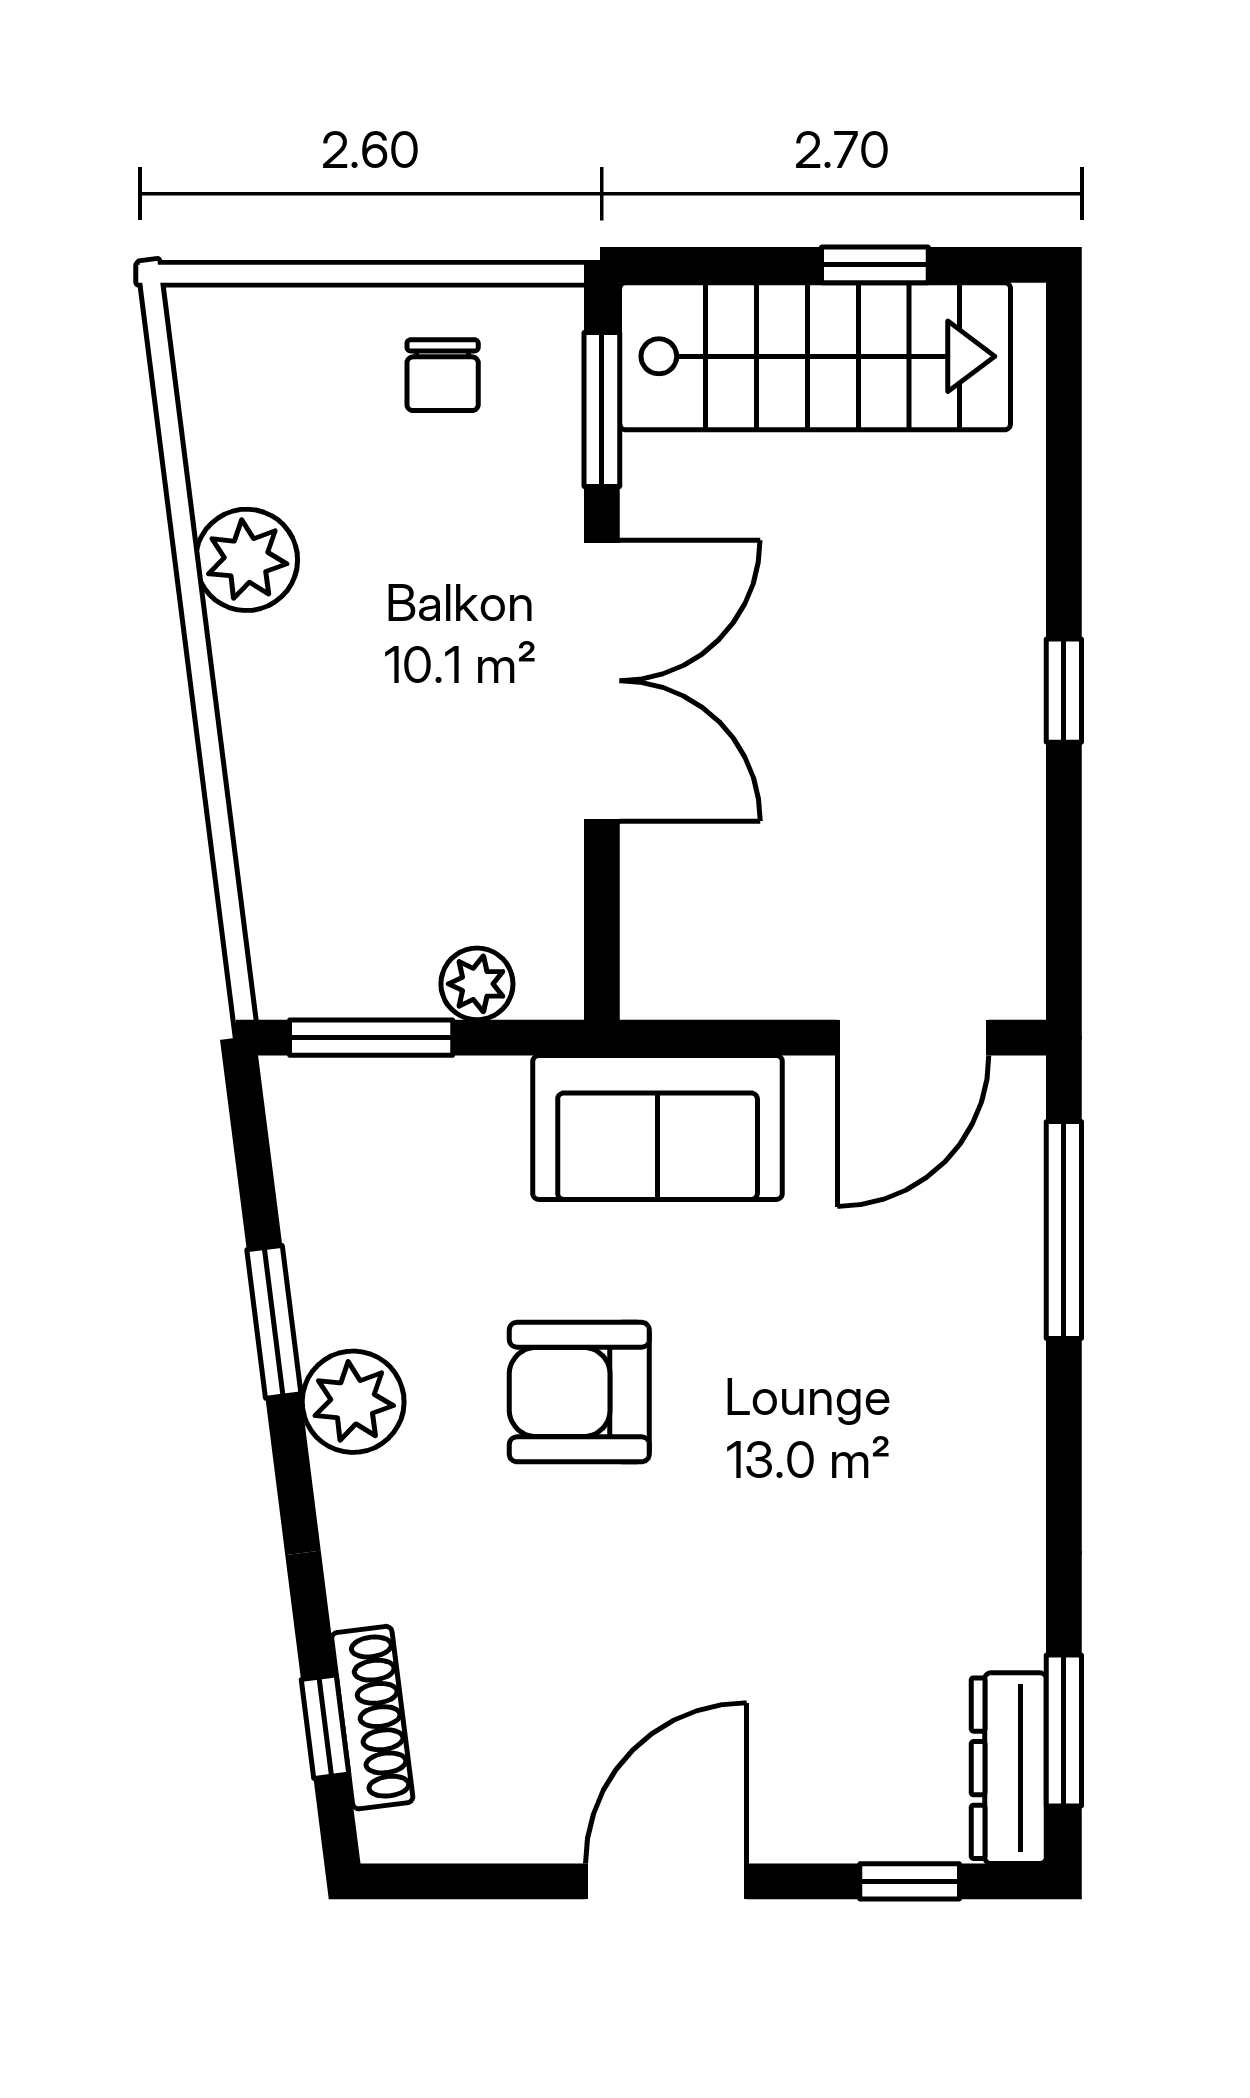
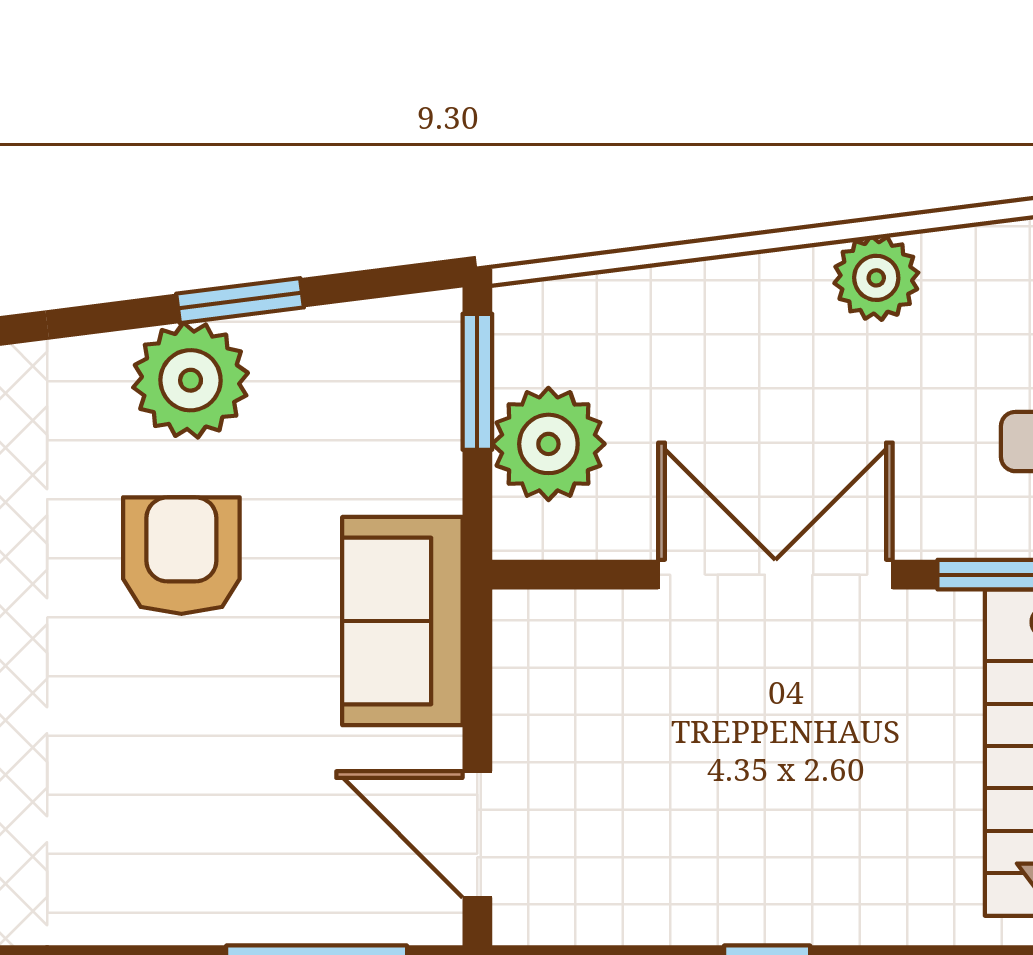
double door: (602, 681) -> (775, 575), swing flipped
plant: (477, 984) -> (548, 444), width x1.87, depth x1.87
plant: (353, 1402) -> (191, 380), width x1.36, depth x1.36

